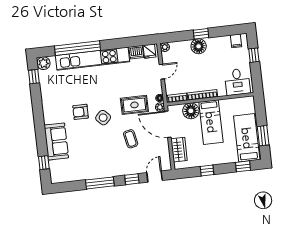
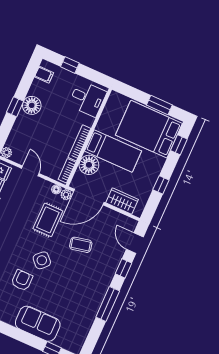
floor lamp: (199, 46) -> (32, 105), moved
armchair: (81, 112) -> (22, 280), turned 180
bed: (247, 138) -> (149, 129), width x1.50

